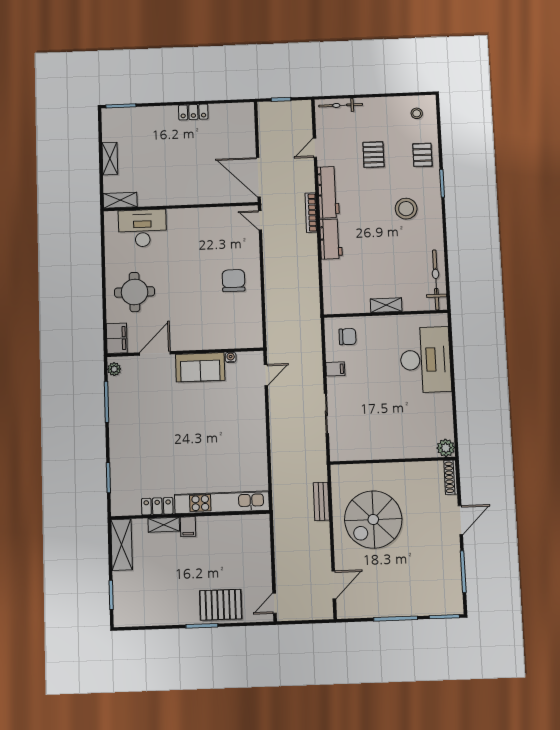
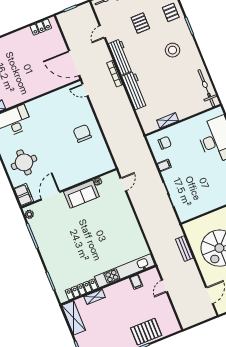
locker: (193, 112) -> (41, 27), moved
workbench: (331, 239) -> (135, 90), width x1.38
shelving: (386, 305) -> (168, 120), moved
locker: (157, 506) -> (81, 289), width x1.53
filing cabinet: (188, 527) -> (136, 282), moved
door: (274, 603) -> (165, 286), moved

